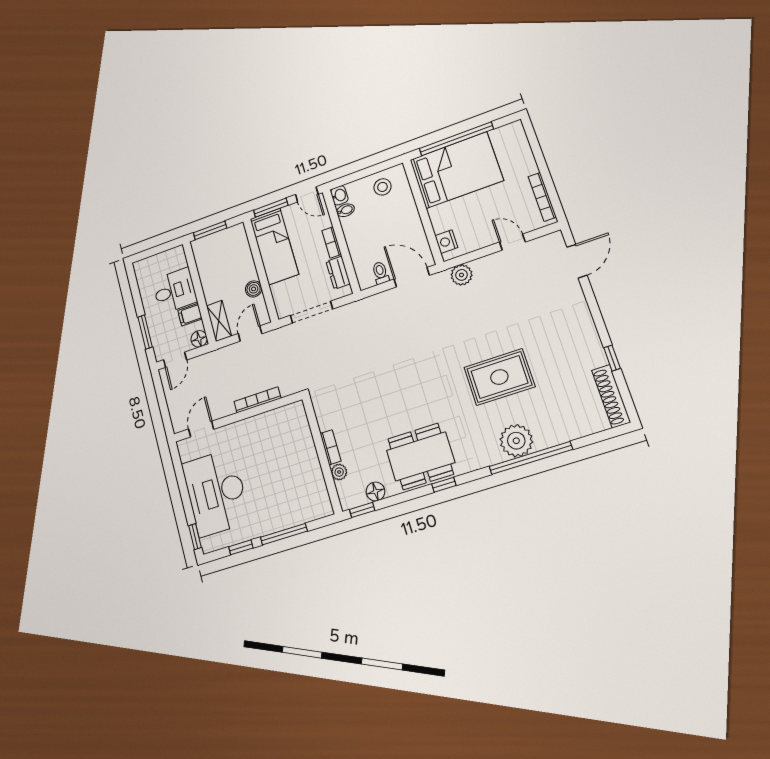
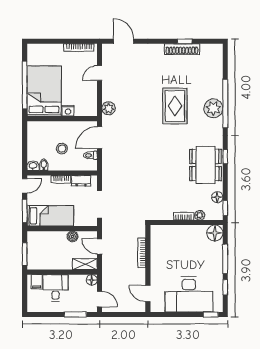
stool: (382, 187) -> (62, 149), moved
nightstand: (446, 242) -> (68, 111), moved
filing cabinet: (190, 315) -> (37, 282), moved
shoe rack: (611, 396) -> (182, 49), moved
floor lamp: (319, 505) -> (215, 233), added

